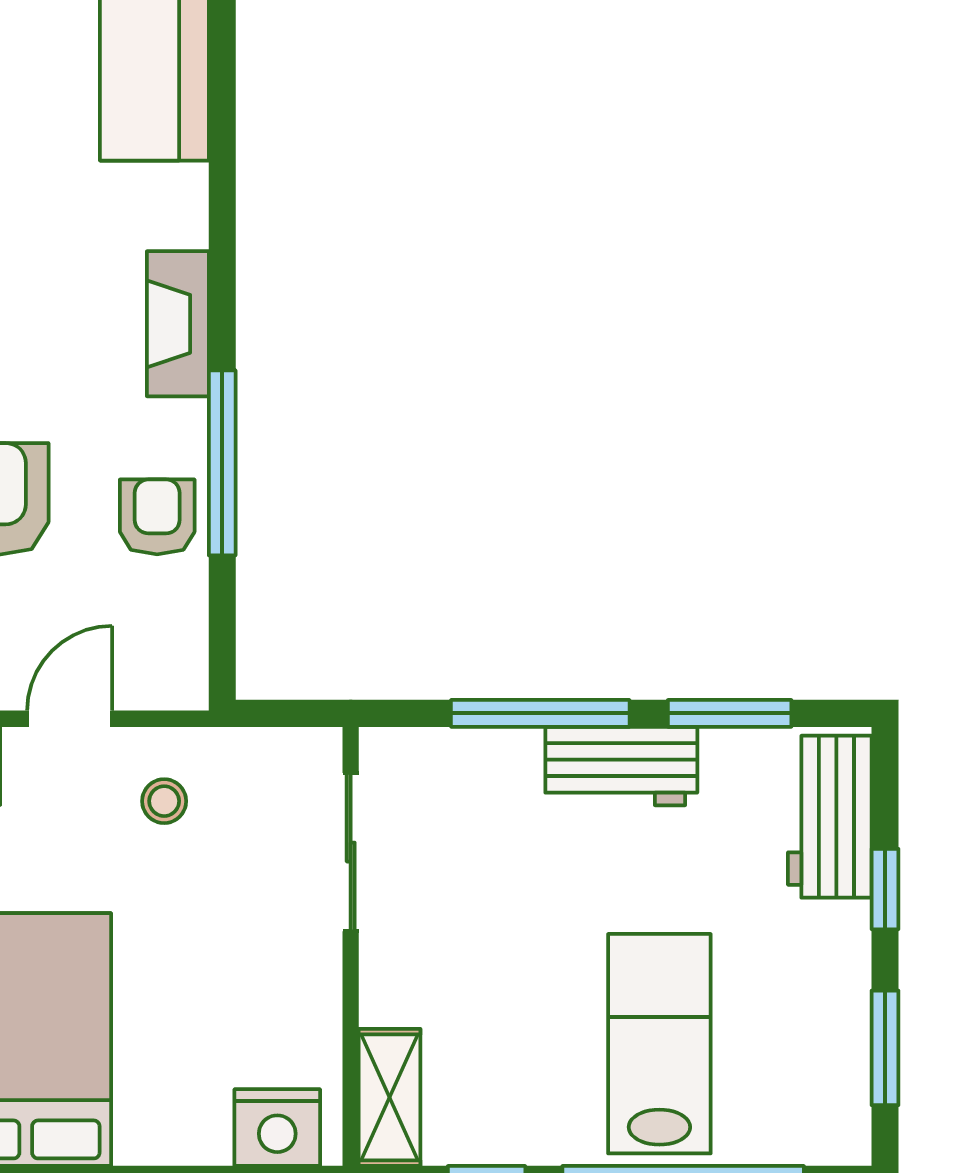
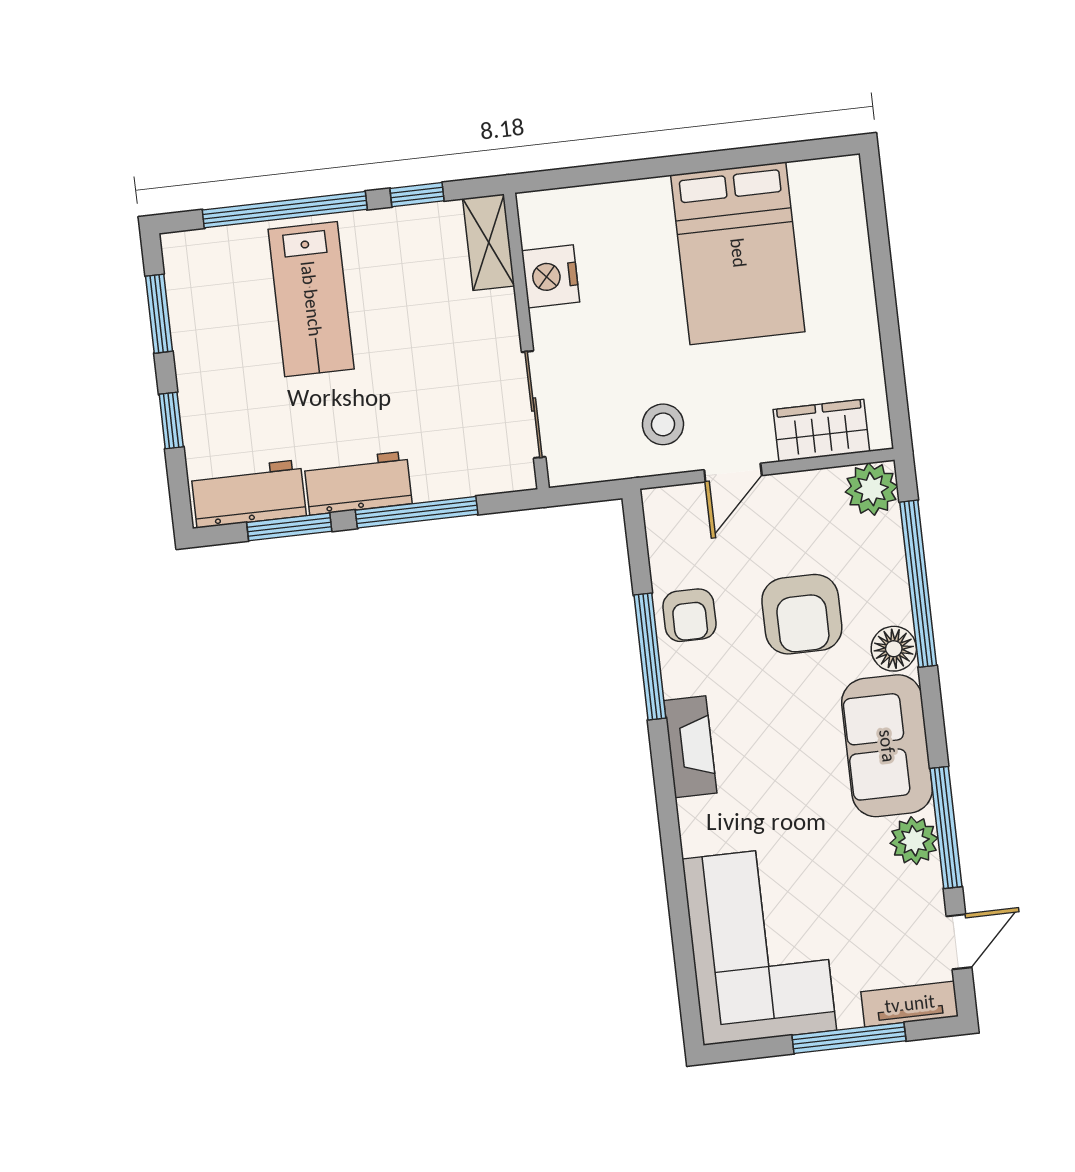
stool: (164, 801) -> (663, 424), width x1.37, depth x1.37
workbench: (830, 817) -> (249, 494), moved, turned -90
nightstand: (277, 1128) -> (551, 276), moved, turned -90

